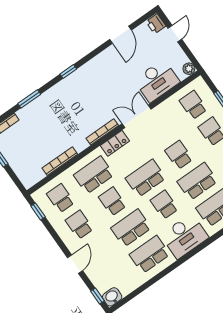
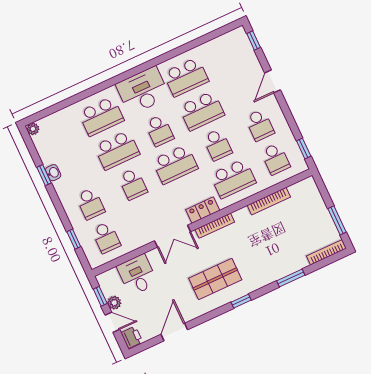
door: (175, 34) -> (112, 322), swing flipped
window: (189, 54) -> (100, 296), added
plant: (189, 69) -> (114, 303), moved
desk: (157, 81) -> (137, 275), width x0.73
shop shelf: (94, 86) -> (215, 279), added
washbasin: (112, 297) -> (237, 37), removed

